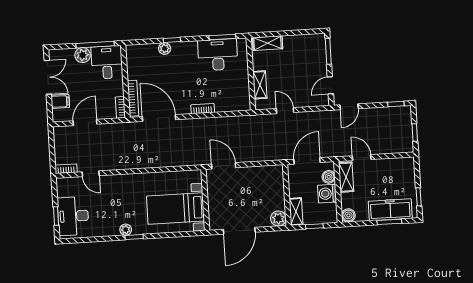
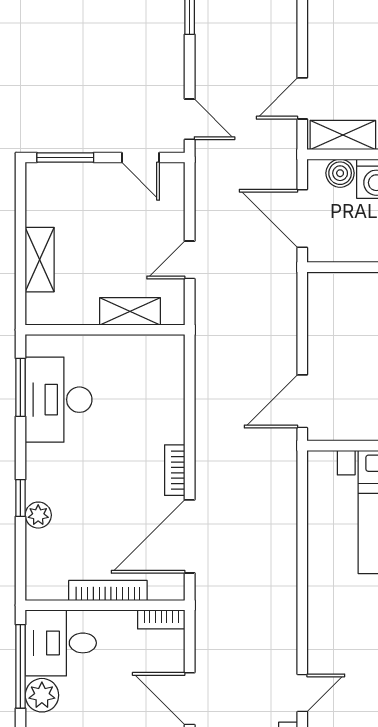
shelving: (268, 43) -> (40, 260), moved
bookcase: (133, 98) -> (108, 591), moved
bookcase: (203, 109) -> (175, 470), moved

